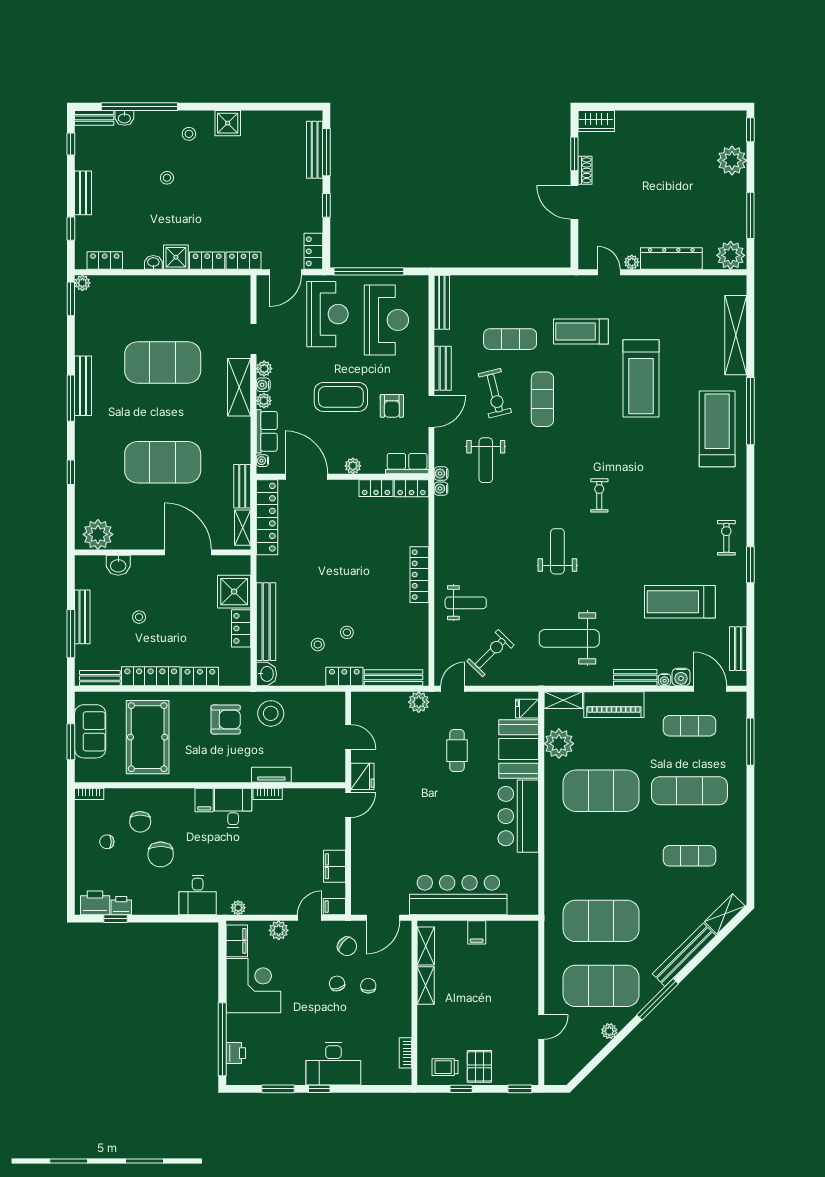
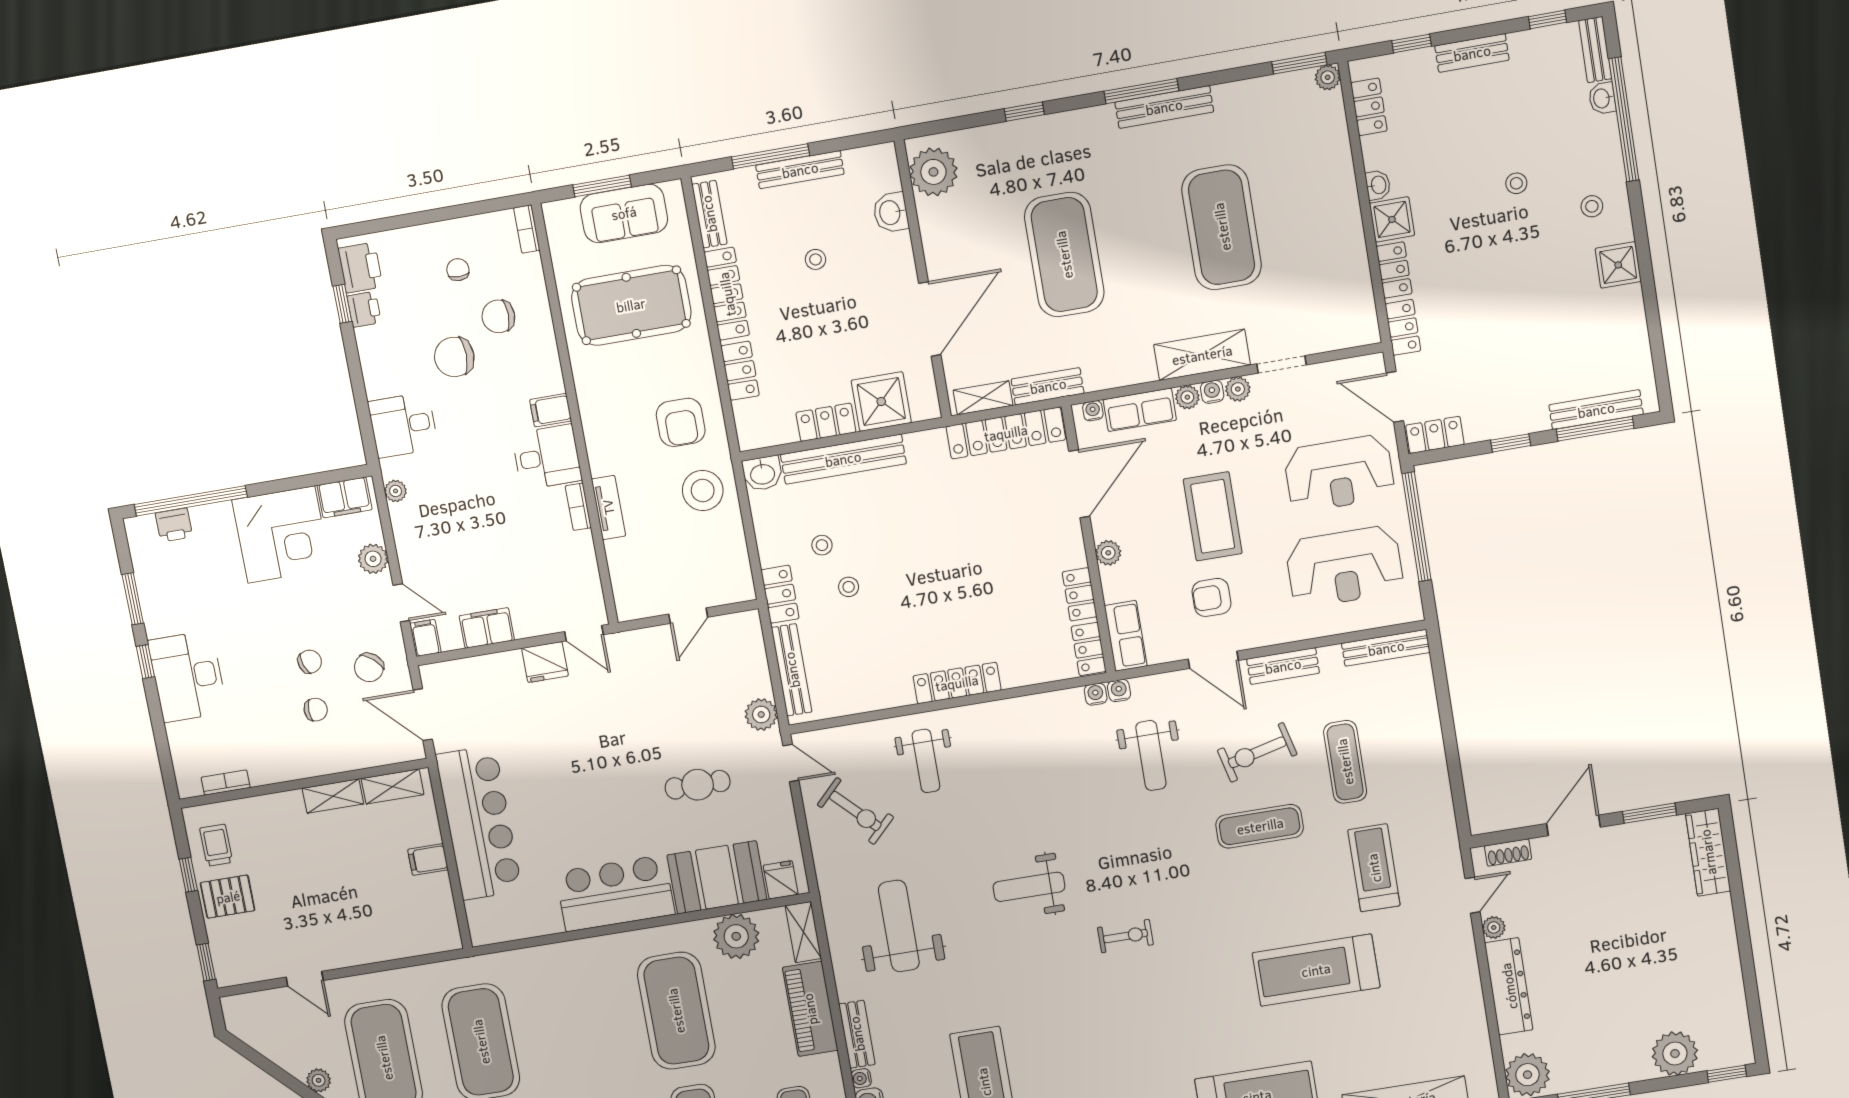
wardrobe: (596, 121) -> (1708, 852), width x1.50
shoe rack: (585, 170) -> (1508, 853), moved
weight bench: (486, 460) -> (1151, 756), turned -90
weight bench: (557, 551) -> (1029, 887), turned 180
fridge: (362, 776) -> (545, 662), moved

